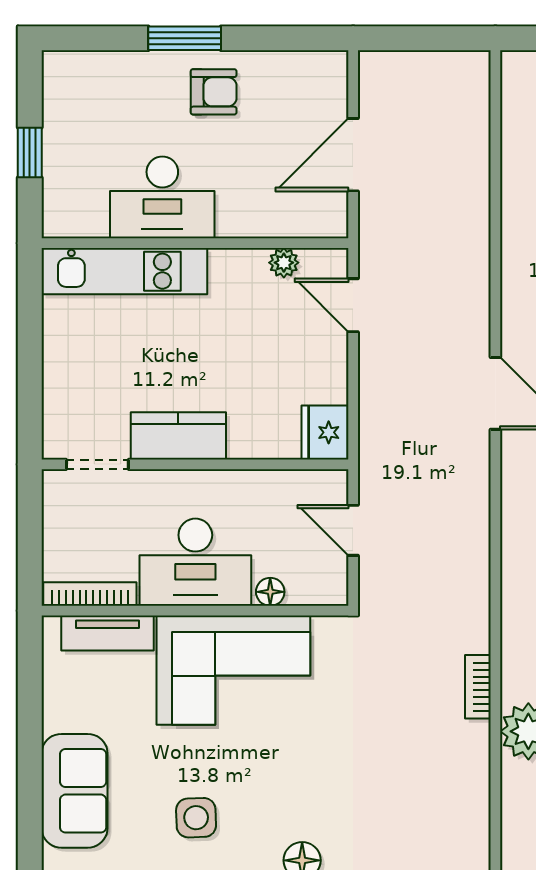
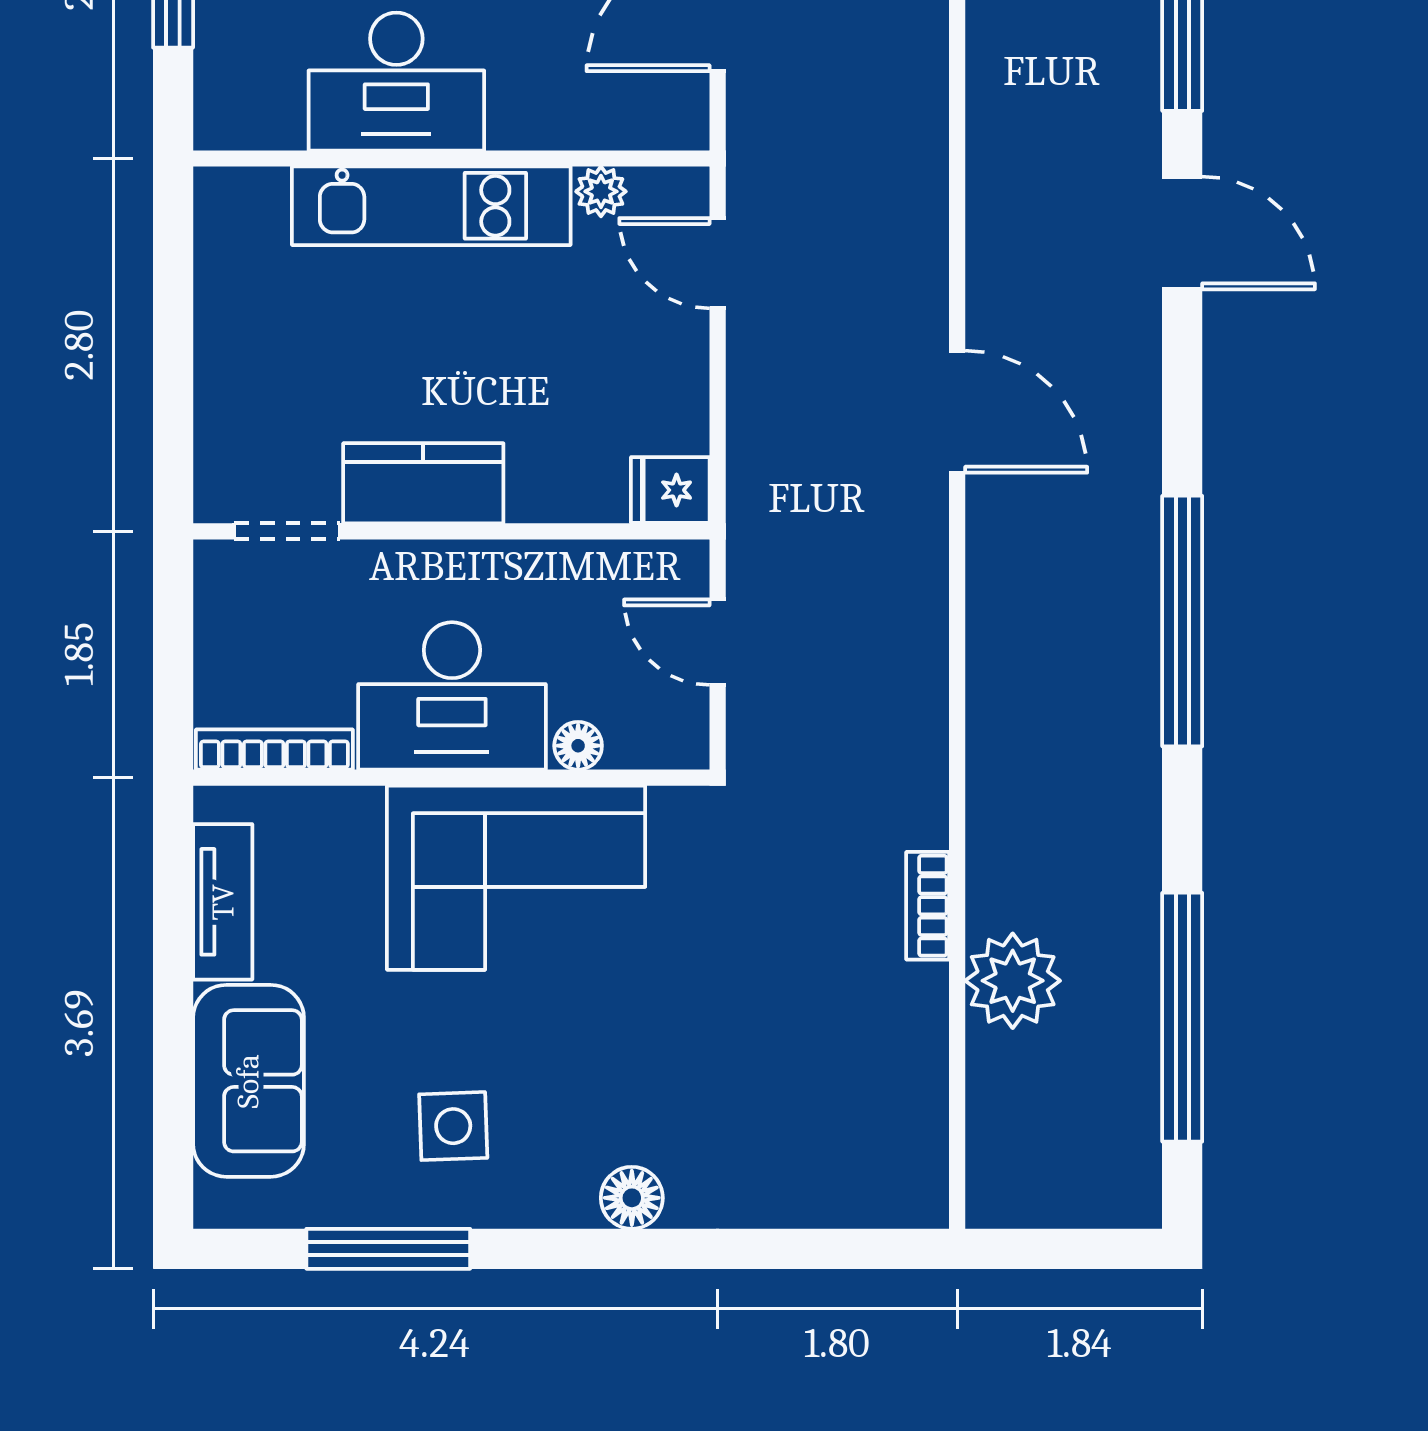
kitchen unit: (124, 271) -> (431, 206), moved
fridge: (325, 432) -> (670, 490), width x0.72
tv unit: (107, 633) -> (223, 902), moved, turned -90

